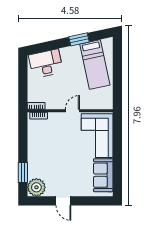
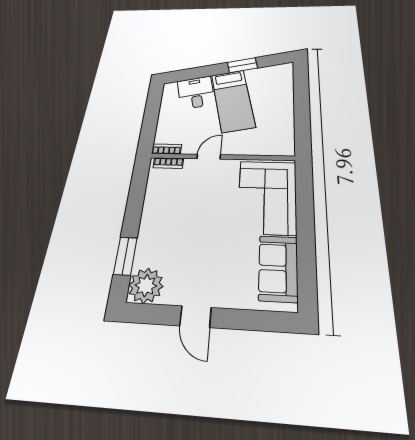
desk: (46, 64) -> (196, 93), width x0.73
bed: (95, 65) -> (233, 100), moved
door: (72, 111) -> (209, 157), moved

